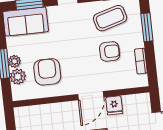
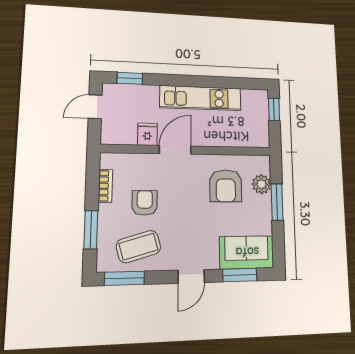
armchair: (110, 51) -> (145, 203), turned 90
plant: (14, 61) -> (264, 203), removed

